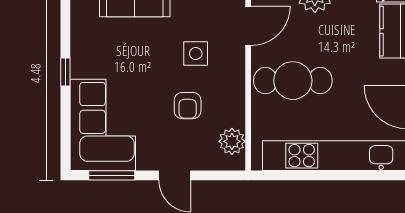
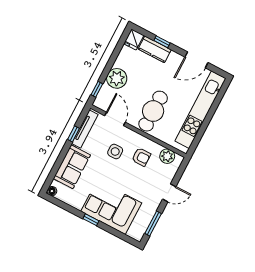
armchair: (188, 106) -> (141, 157), moved
corner sofa: (103, 125) -> (111, 207), moved

